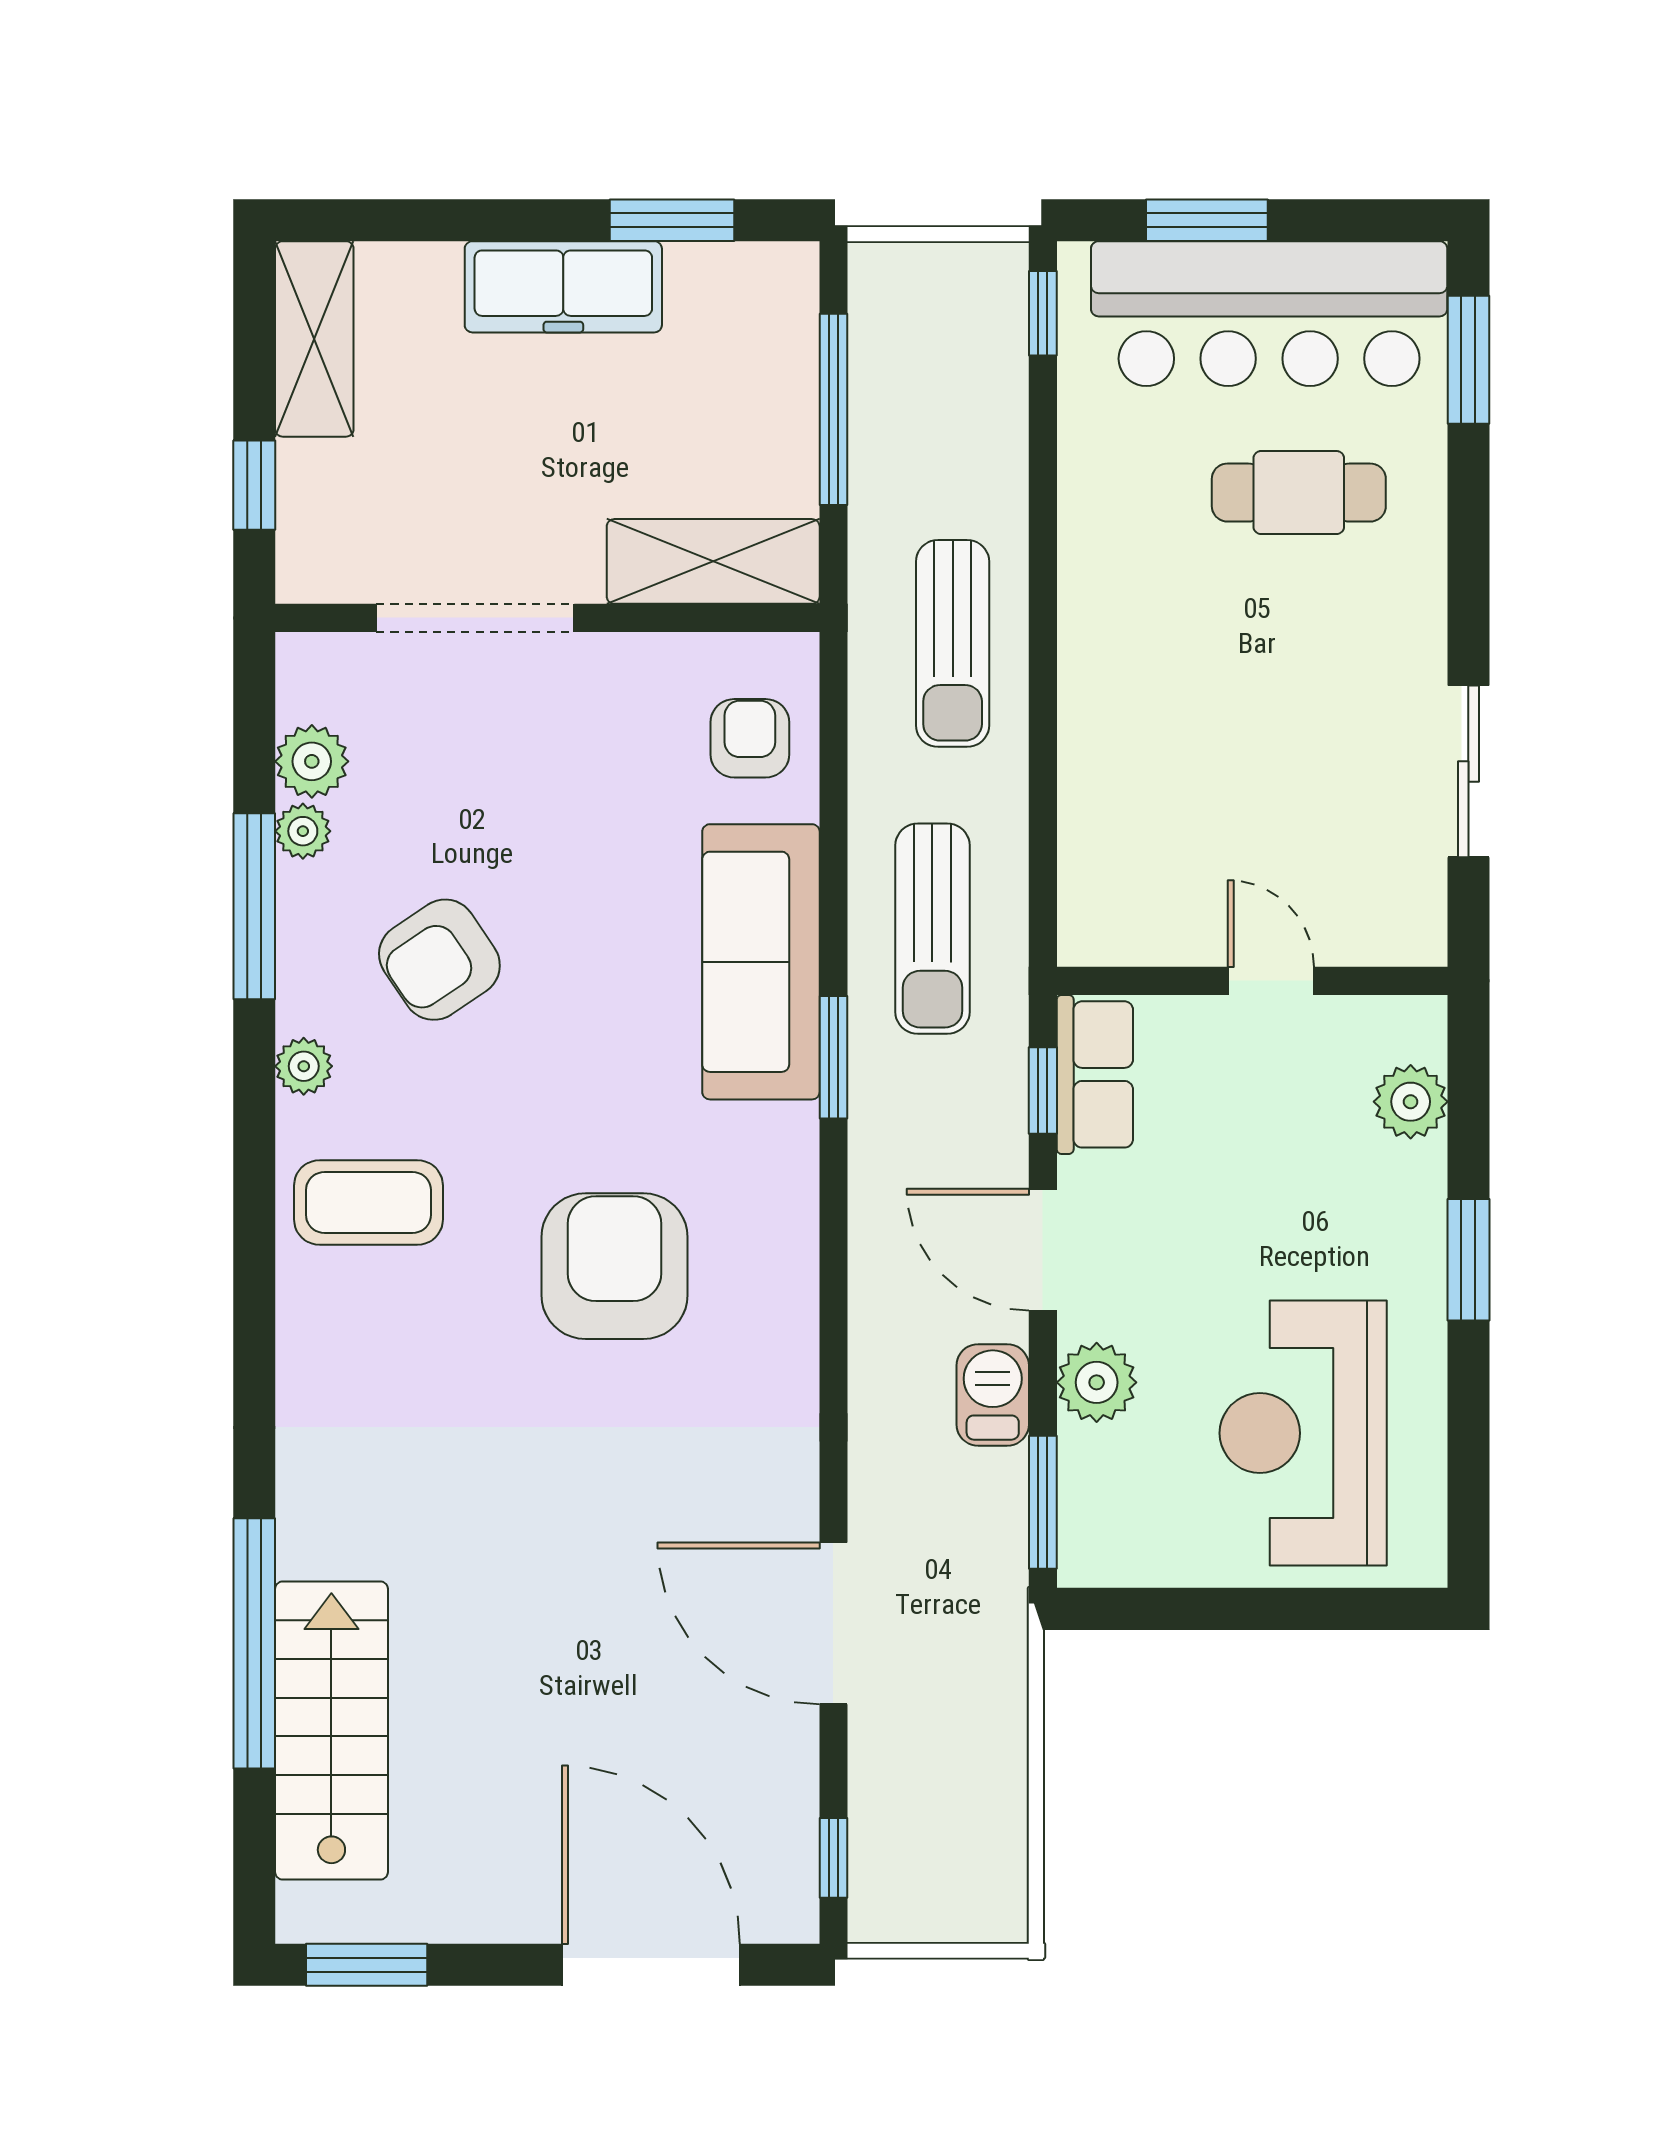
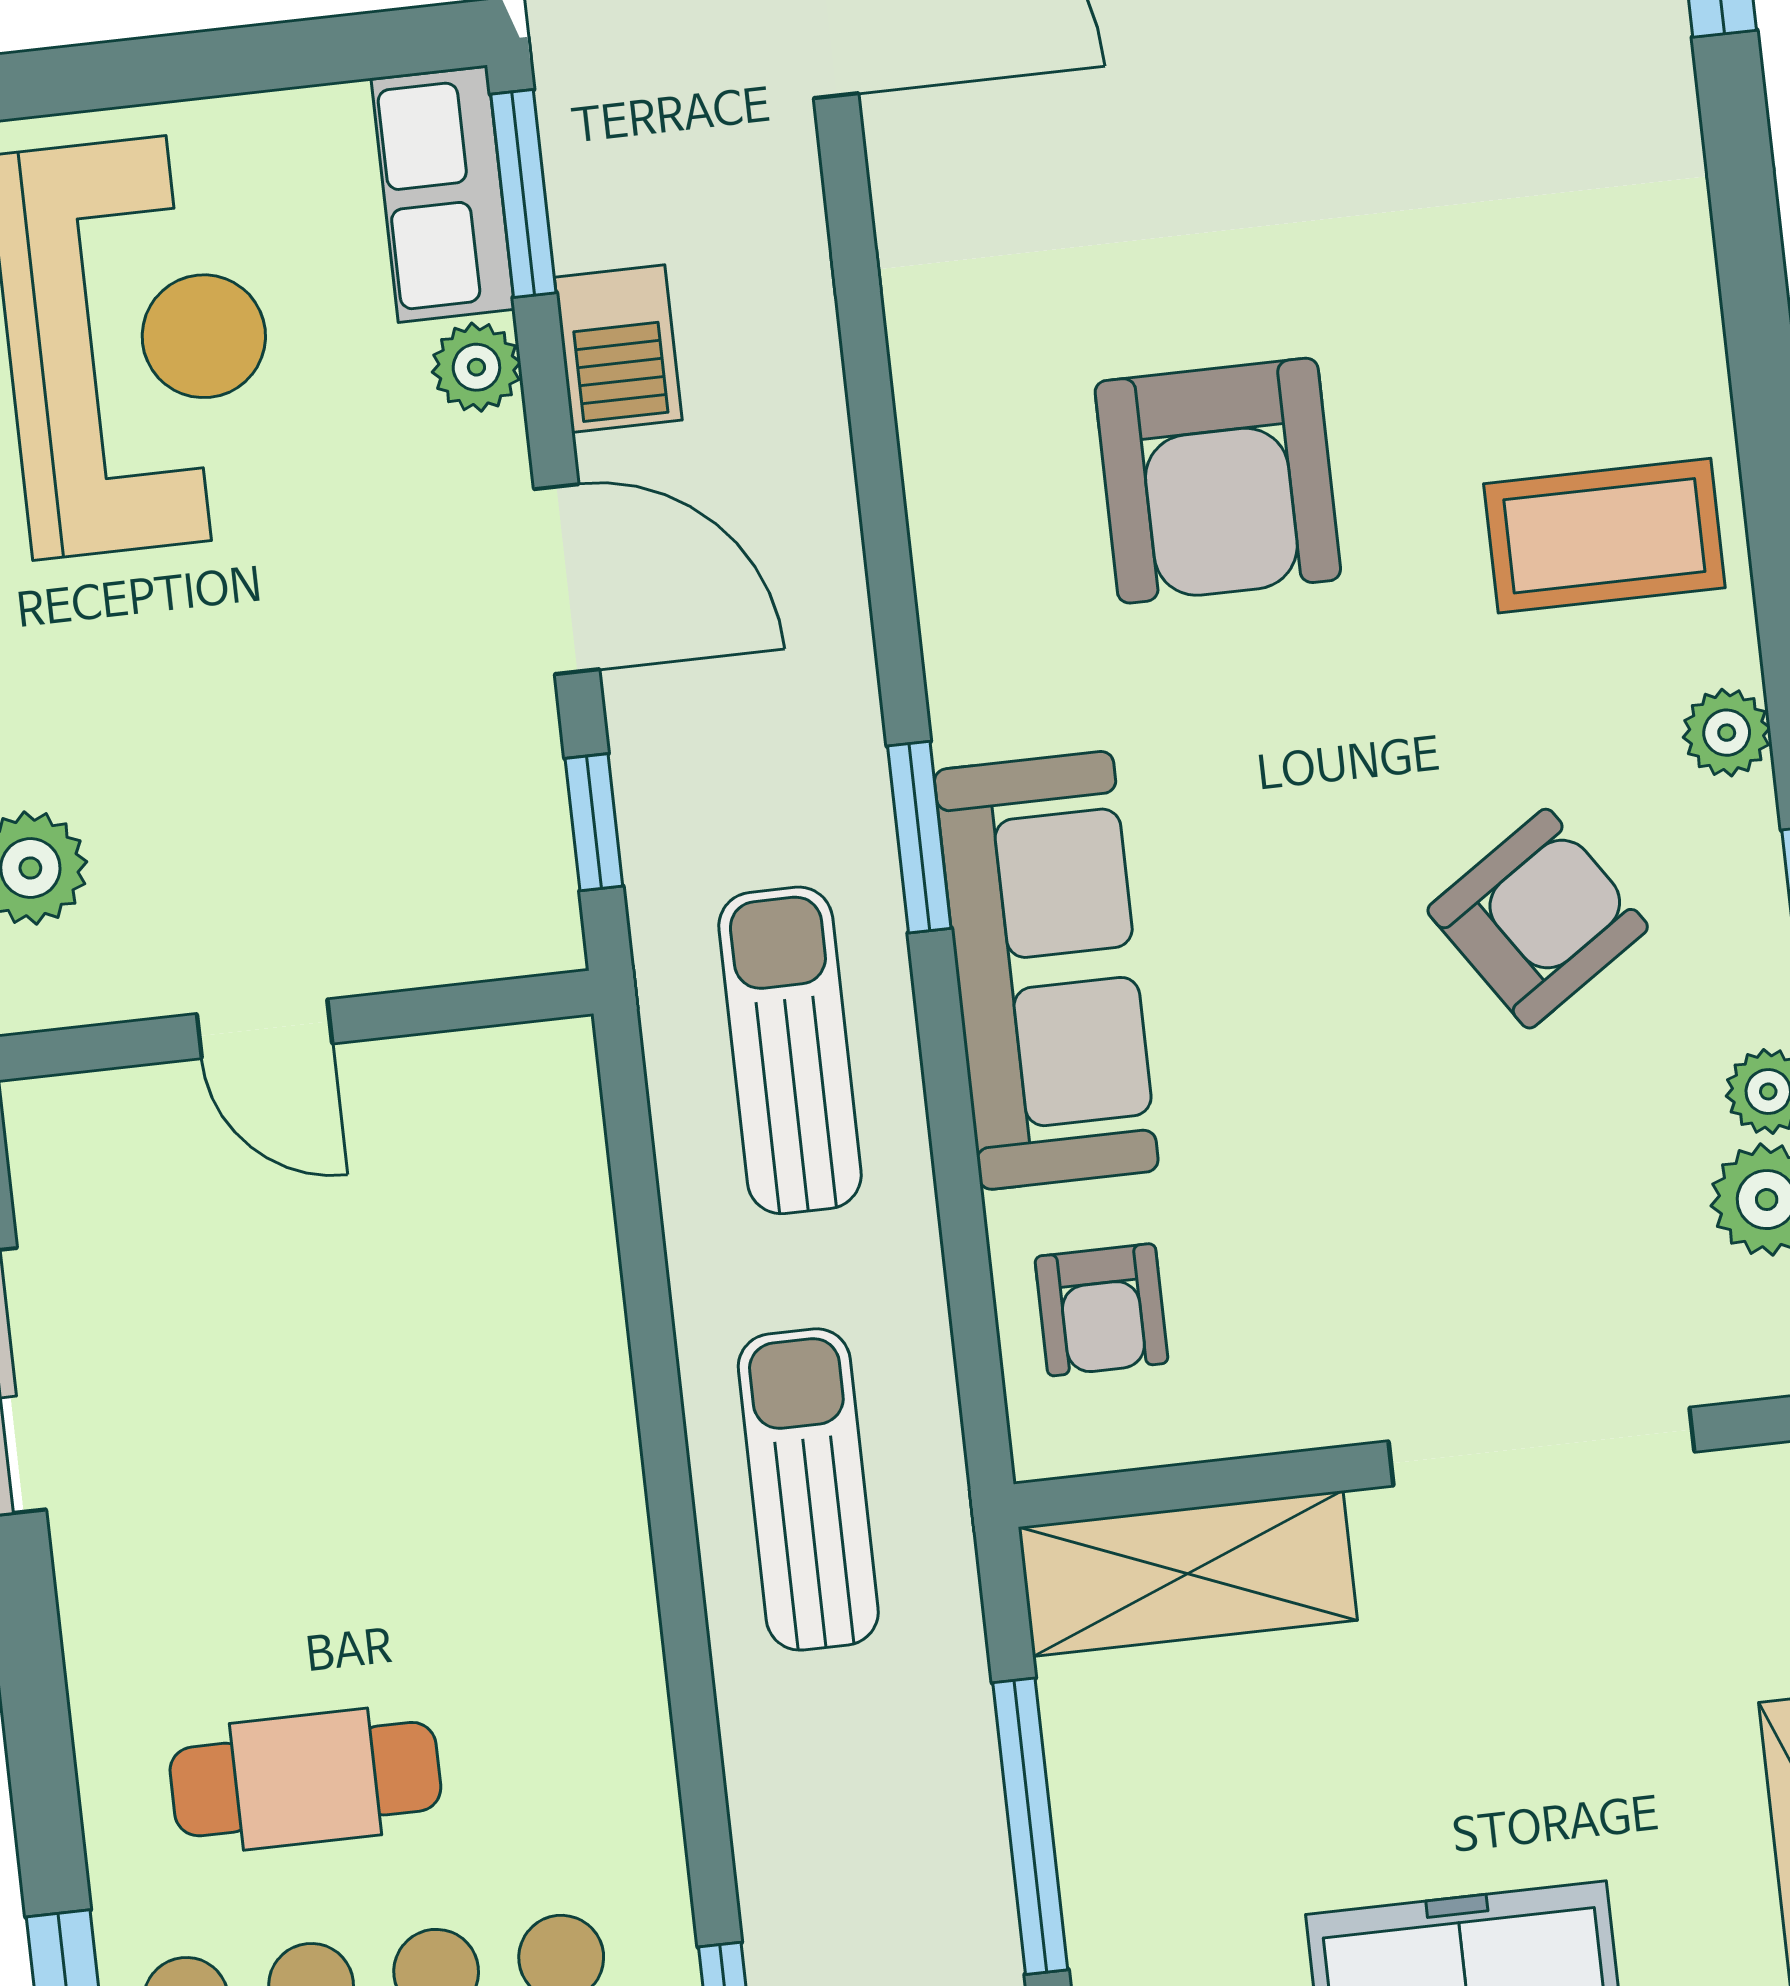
row of seats: (1095, 1074) -> (443, 194), moved
plant: (1097, 1382) -> (476, 367), width x0.73, depth x0.73

